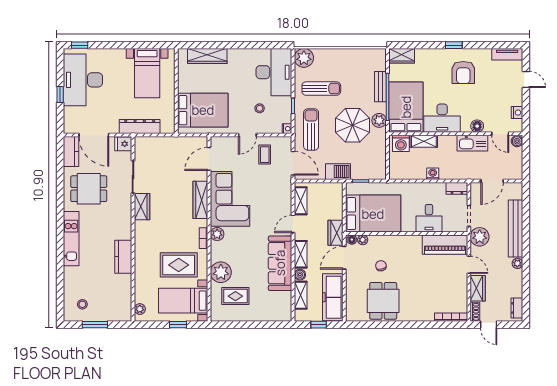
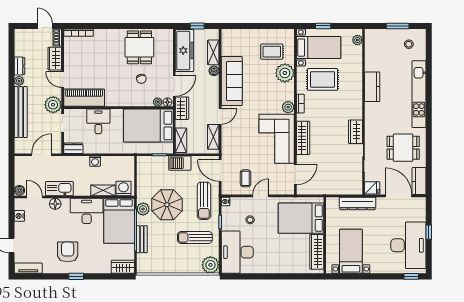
wardrobe: (207, 56) -> (317, 252), moved, turned -90
kitchen unit: (71, 239) -> (419, 94), width x1.36
shelving: (301, 254) -> (181, 140), moved
dresser: (517, 308) -> (20, 66), moved

